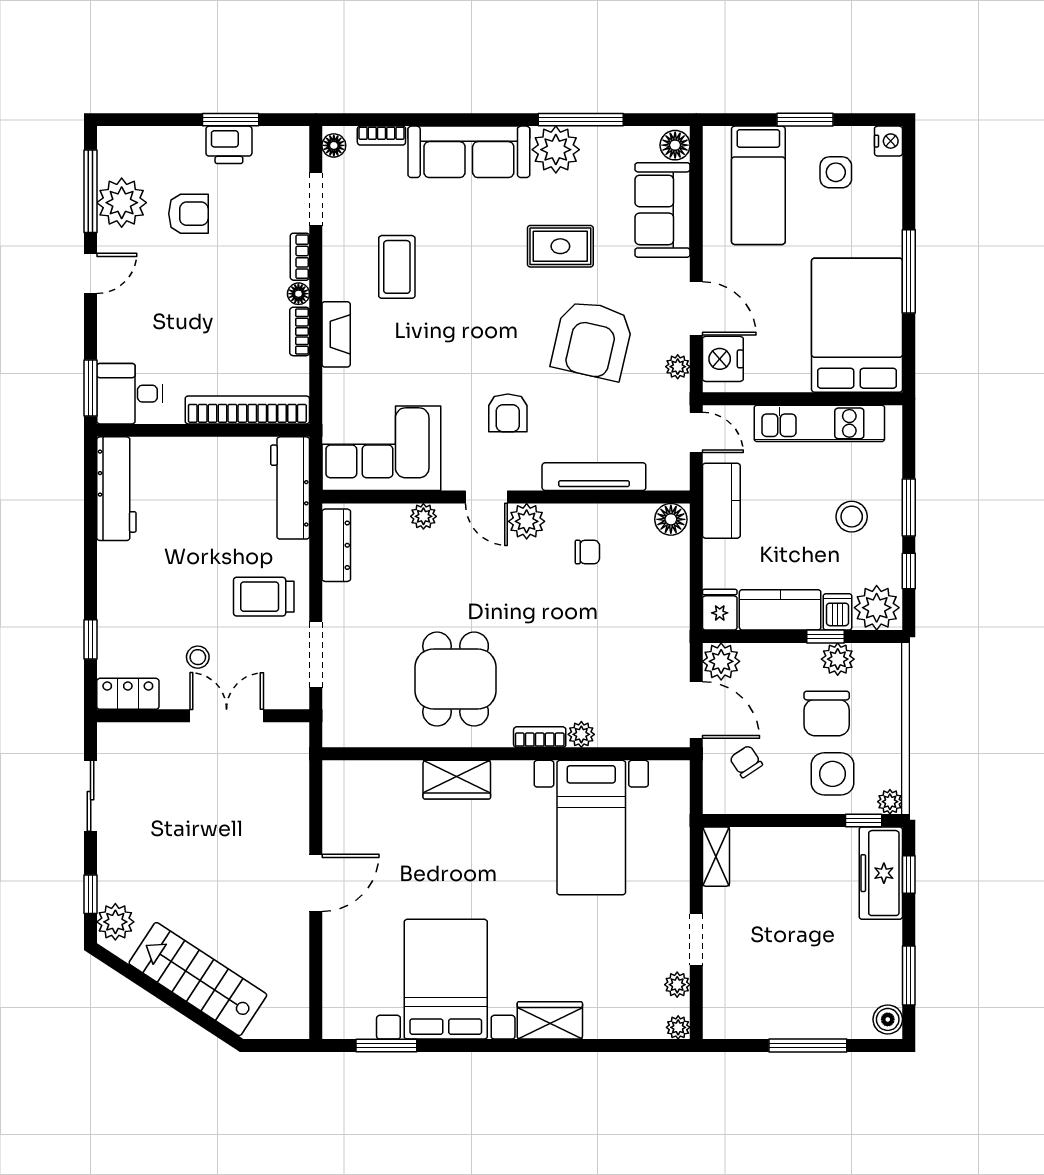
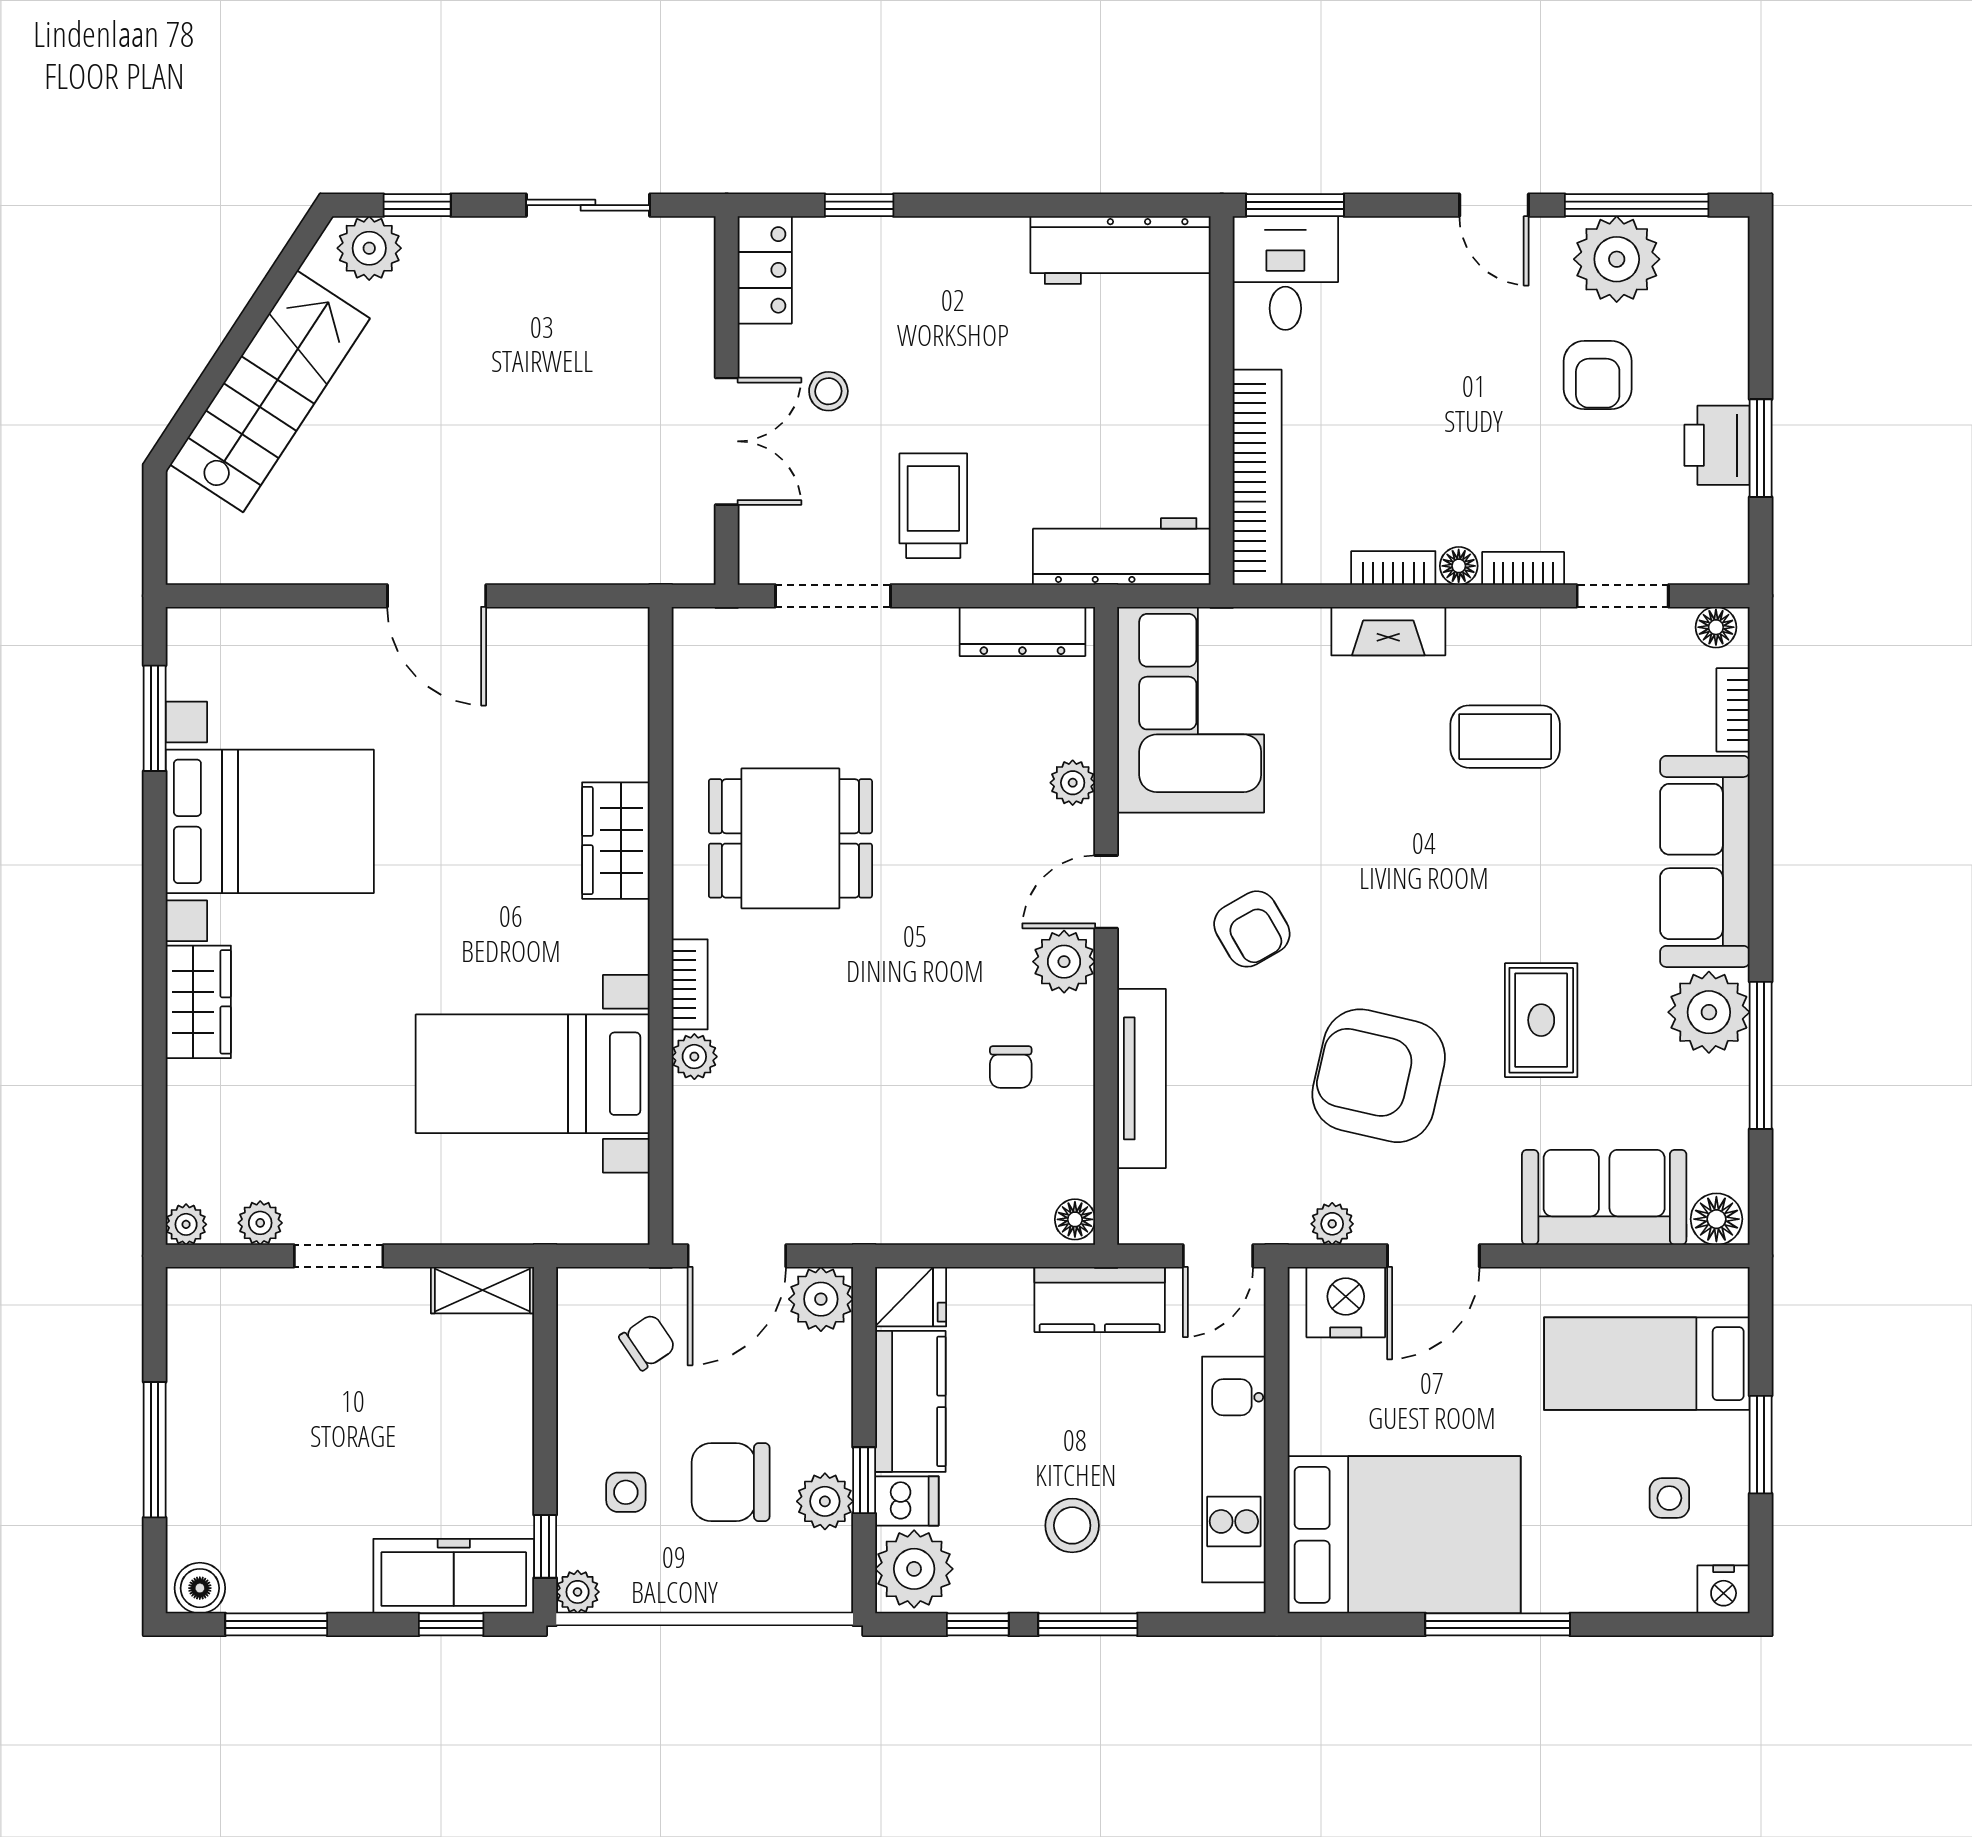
side table: (836, 172) -> (1669, 1498), width x0.73, depth x0.73
armchair: (508, 413) -> (1252, 929), turned -120
floor lamp: (671, 519) -> (1075, 1219), width x0.73, depth x0.73
side table: (832, 774) -> (626, 1492), width x0.54, depth x0.54

